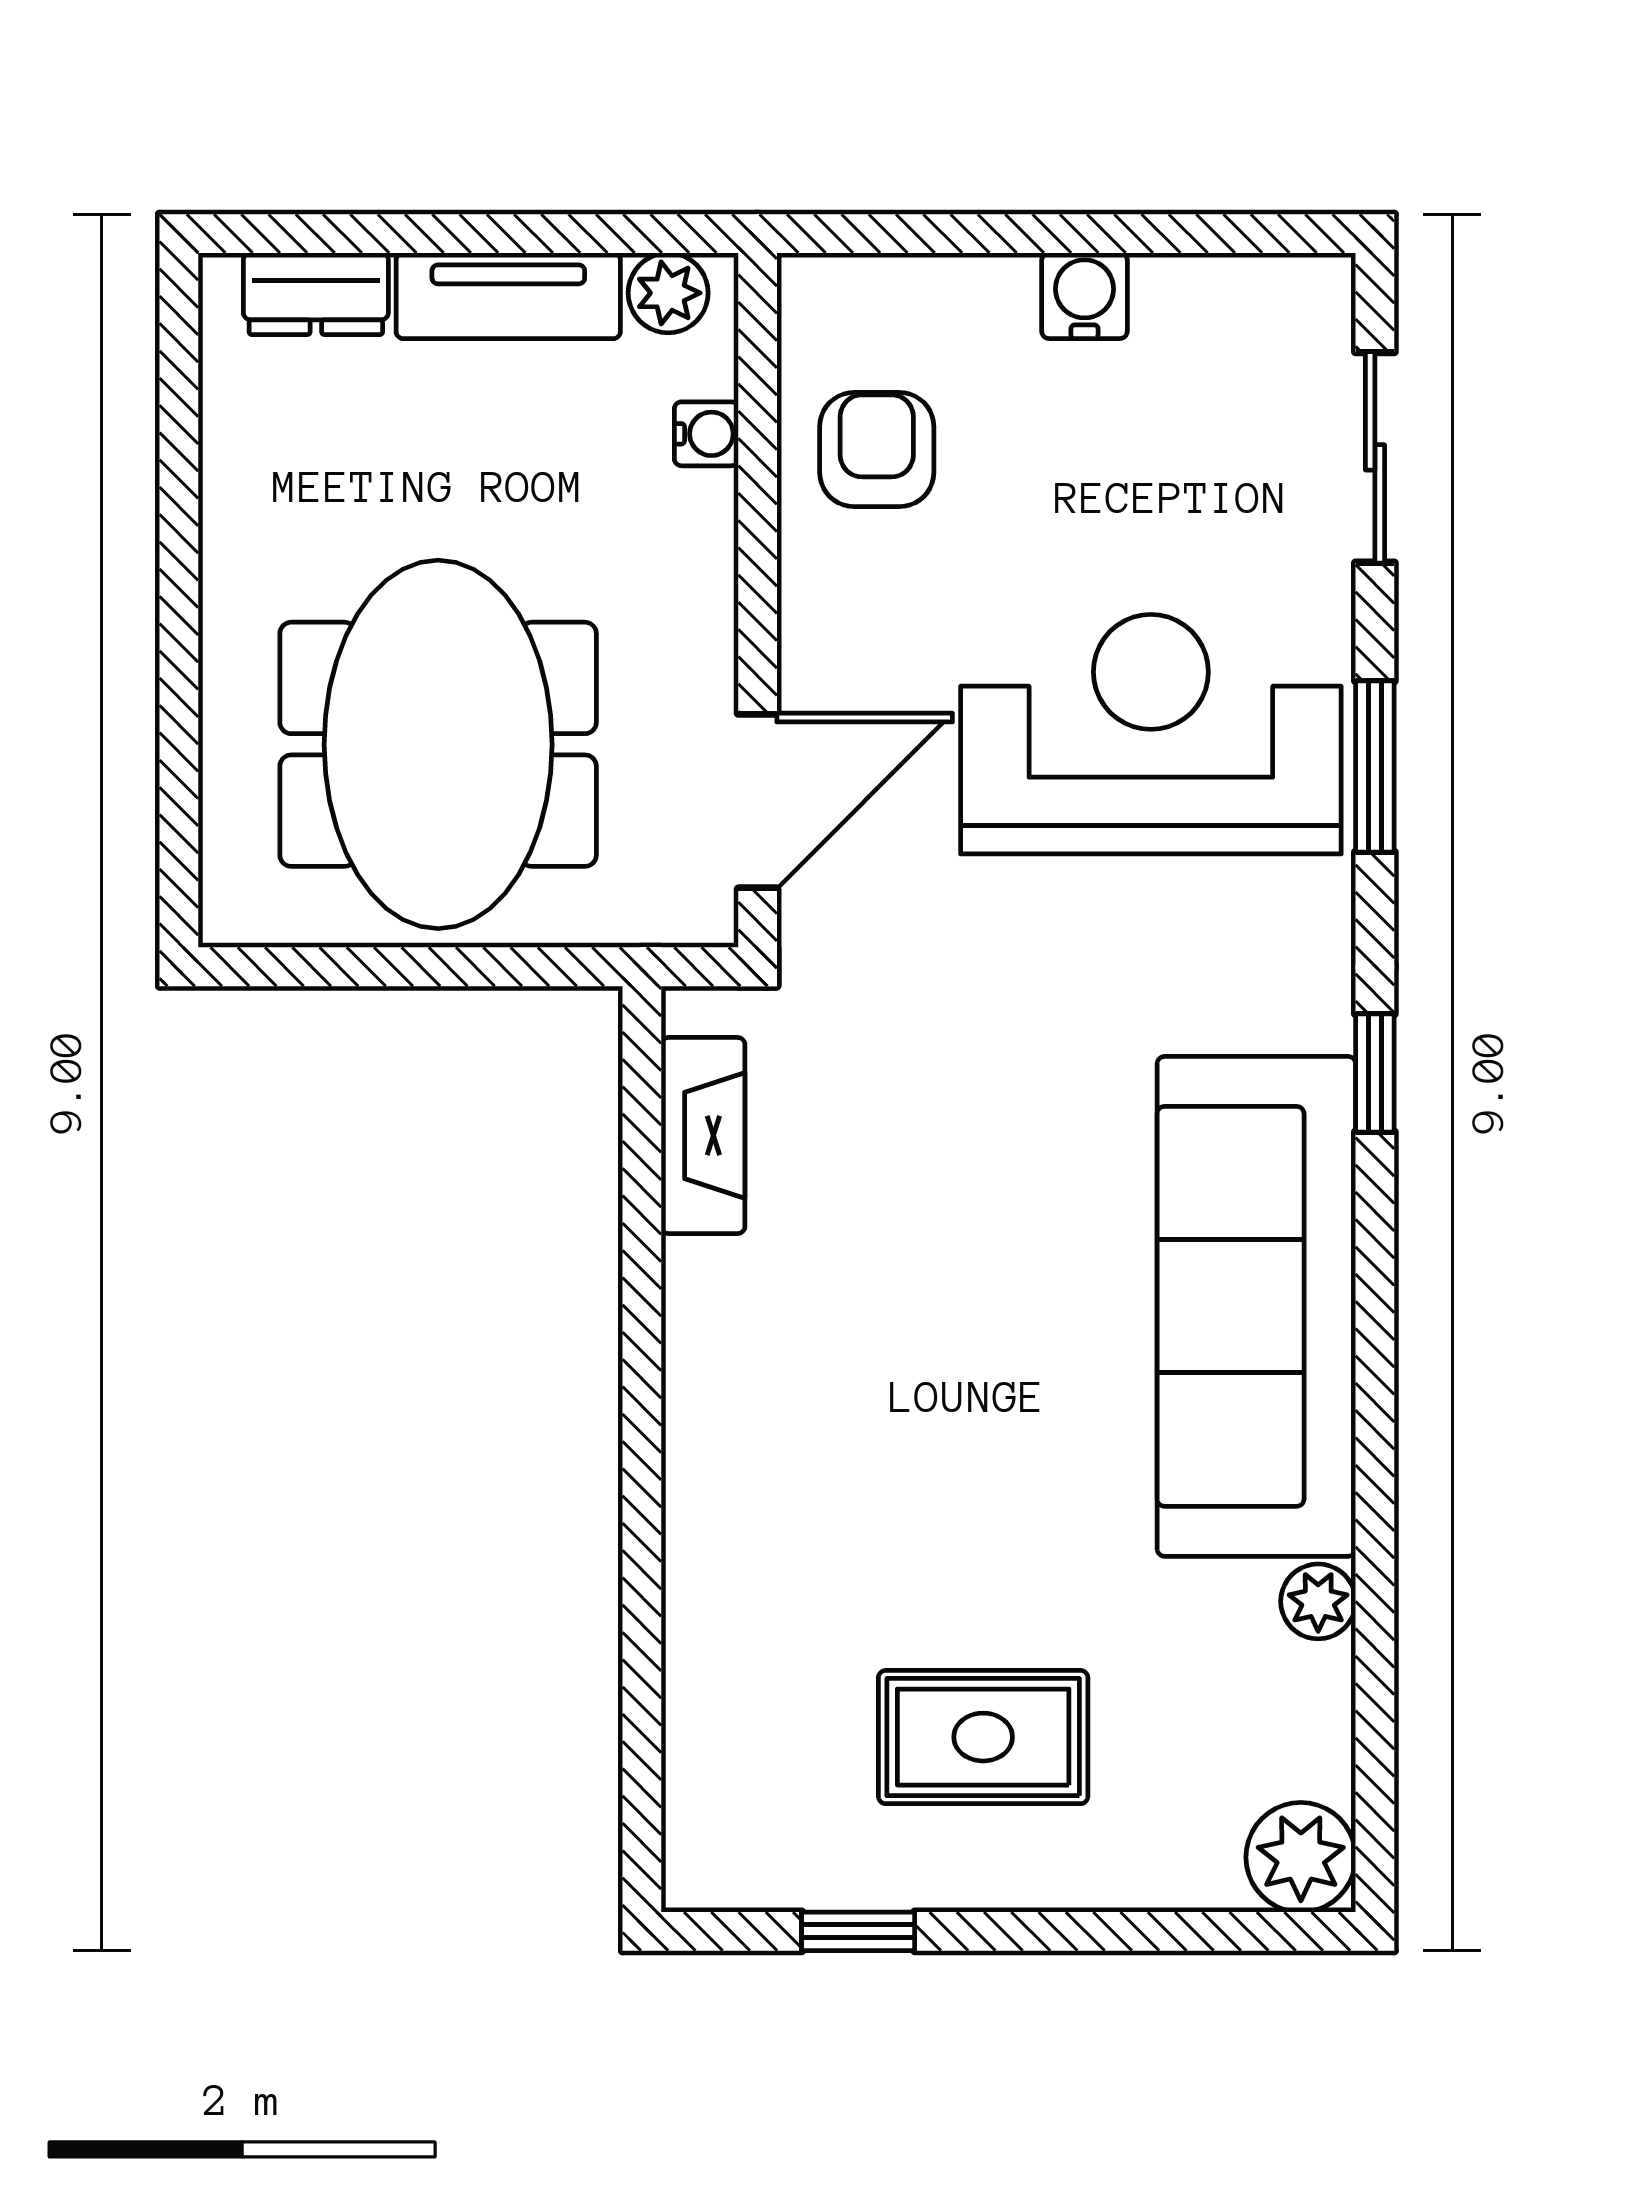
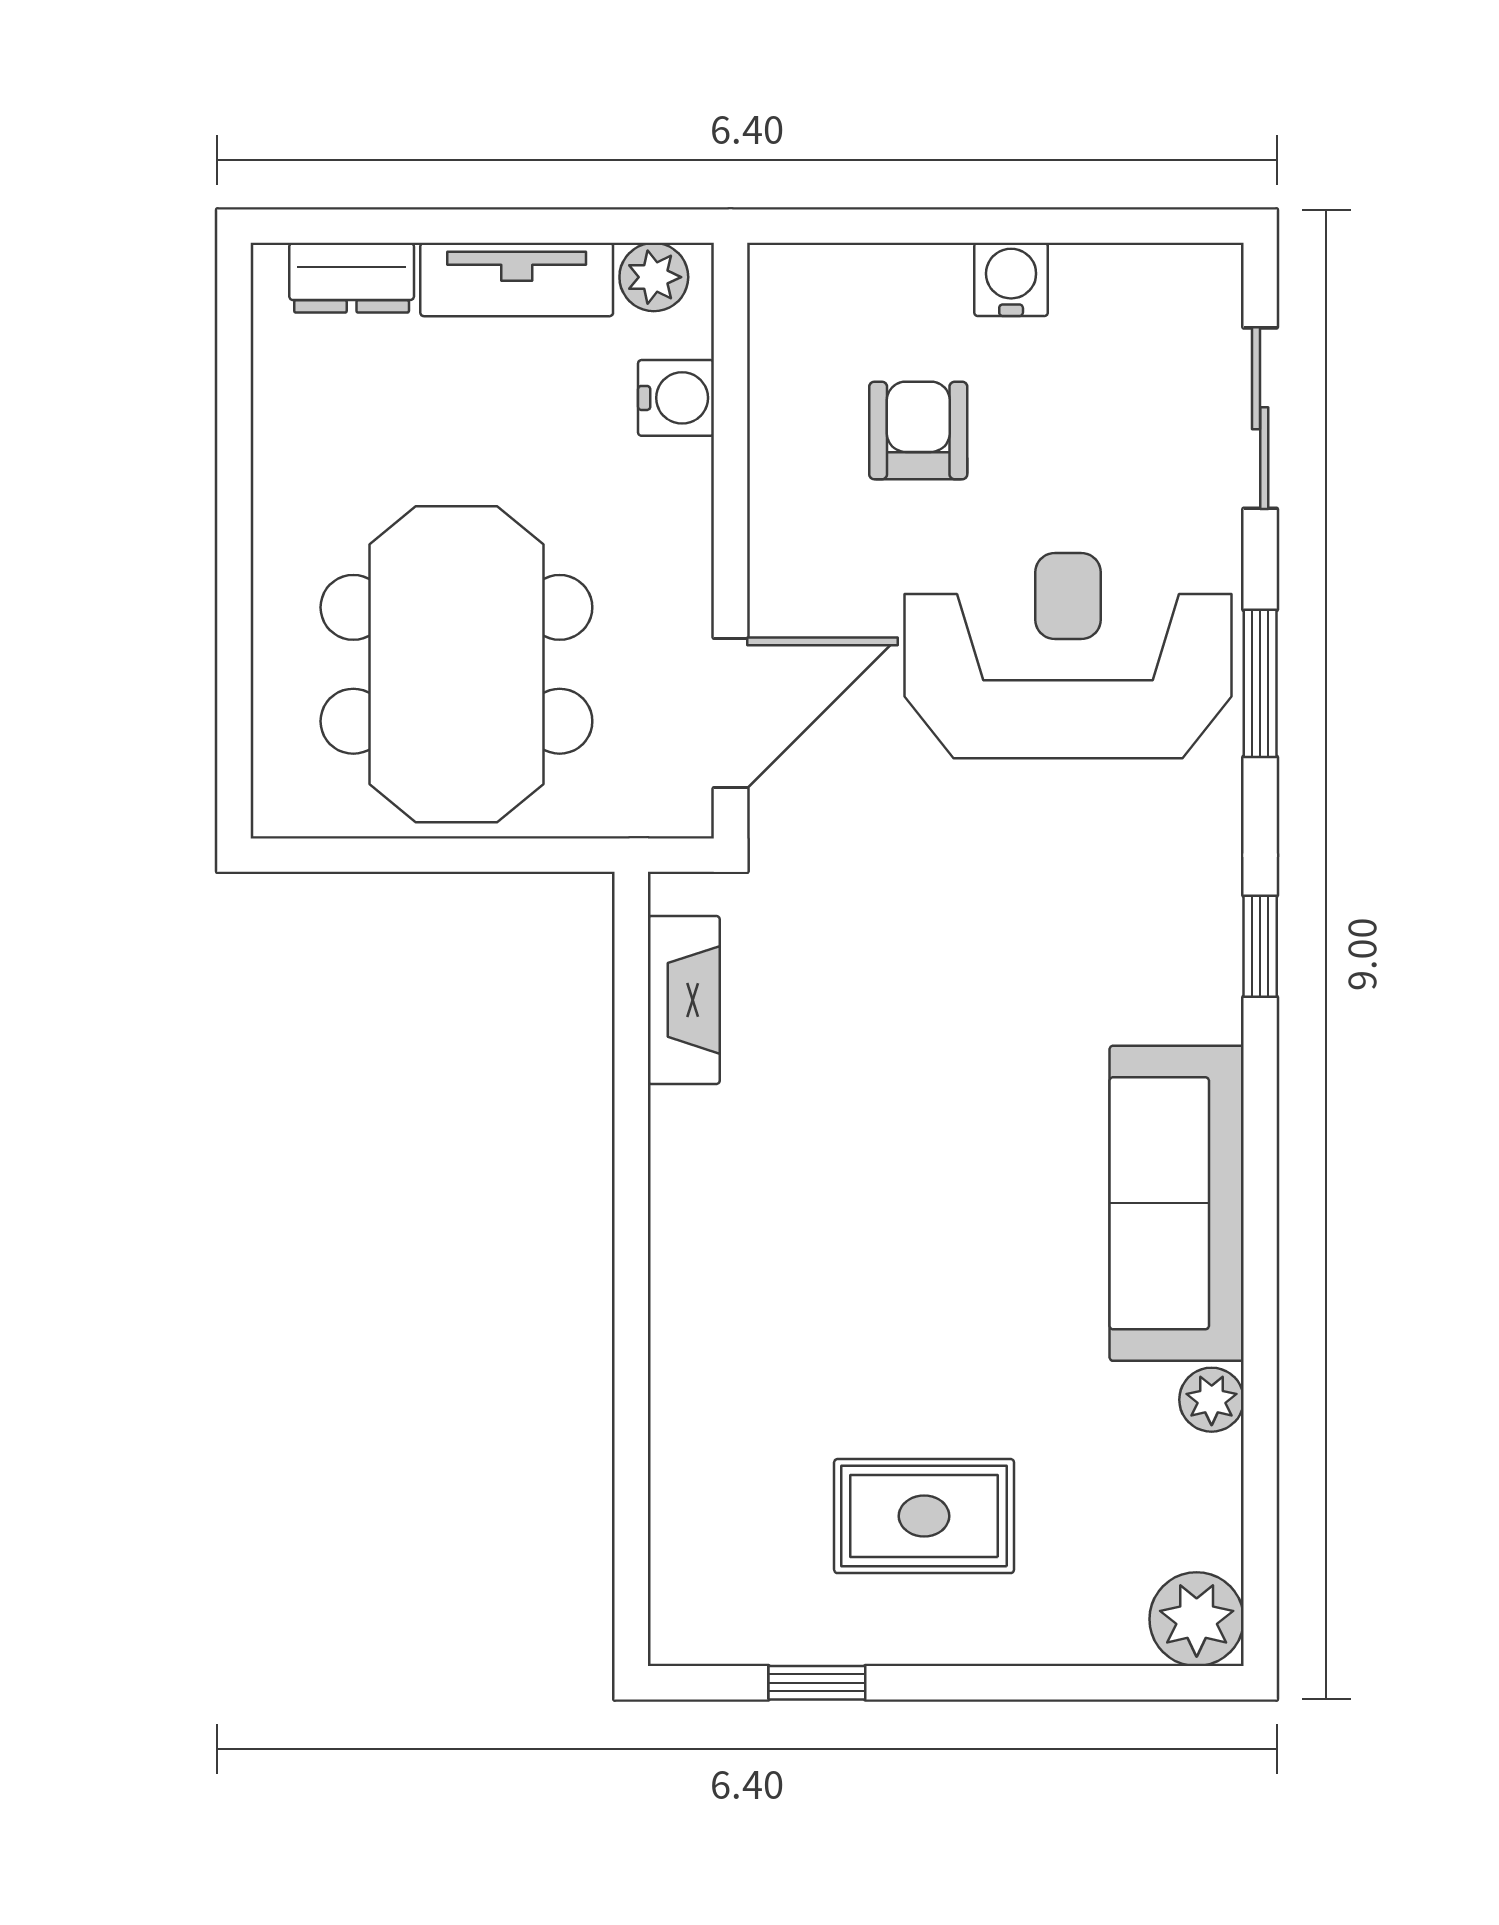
water cooler: (706, 434) -> (676, 398), width x1.38, depth x1.38
armchair: (877, 450) -> (918, 430), moved
sofa: (1256, 1306) -> (1177, 1203), width x0.74, depth x0.79

